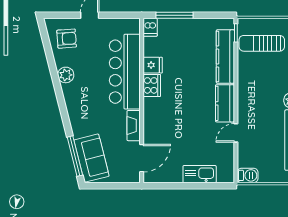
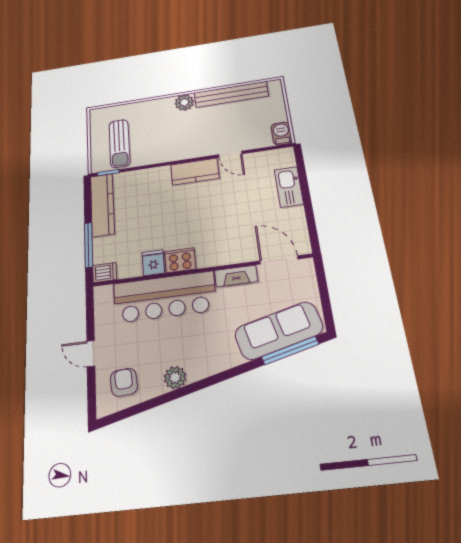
kitchen counter: (225, 57) -> (102, 205), moved, turned -90
sofa: (92, 158) -> (279, 331), width x1.36

